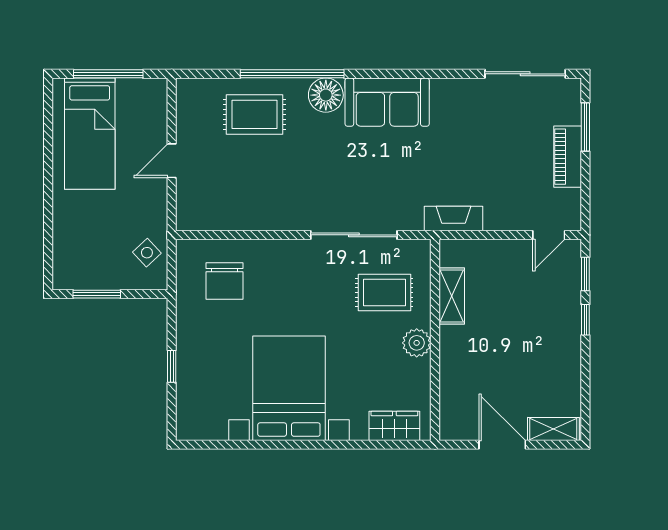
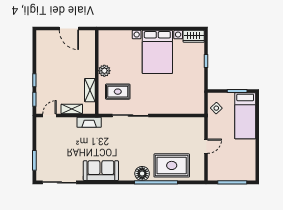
sofa: (387, 102) -> (101, 171), moved
rug: (254, 114) -> (172, 165), width x1.36, depth x1.43
bed: (90, 134) -> (245, 116), moved, turned 180
piano: (568, 157) -> (42, 148), removed
chair: (224, 281) -> (184, 96), removed
wardrobe: (394, 426) -> (194, 36), moved
shelving: (553, 429) -> (72, 109), moved

